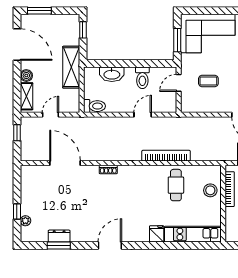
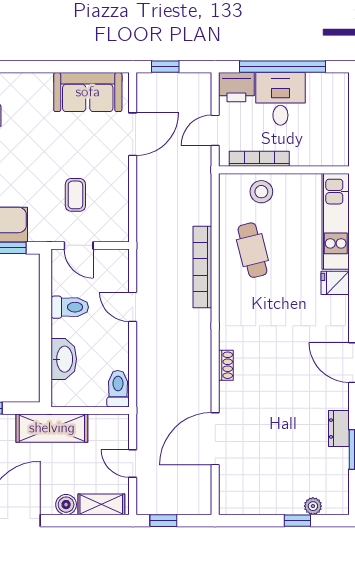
cafe table: (176, 185) -> (252, 250), turned 76
dresser: (59, 236) -> (339, 429), moved

